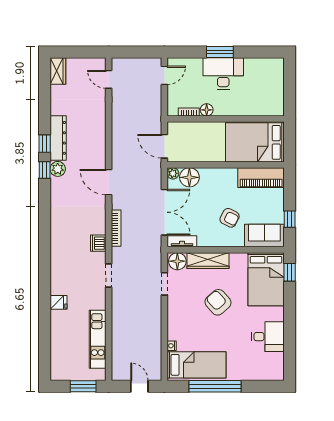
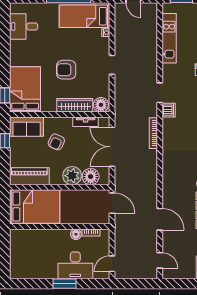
desk: (223, 73) -> (75, 265), moved
plant: (173, 173) -> (72, 176), moved, width x1.87, depth x1.87
door: (109, 182) -> (160, 219), moved
armchair: (230, 218) -> (56, 142), turned -92
tv unit: (182, 241) -> (86, 122), moved
dishwasher: (98, 243) -> (169, 110), moved
doorway: (164, 284) -> (112, 65), moved
armchair: (218, 302) -> (66, 70), turned 131
desk: (268, 337) -> (24, 26), moved

